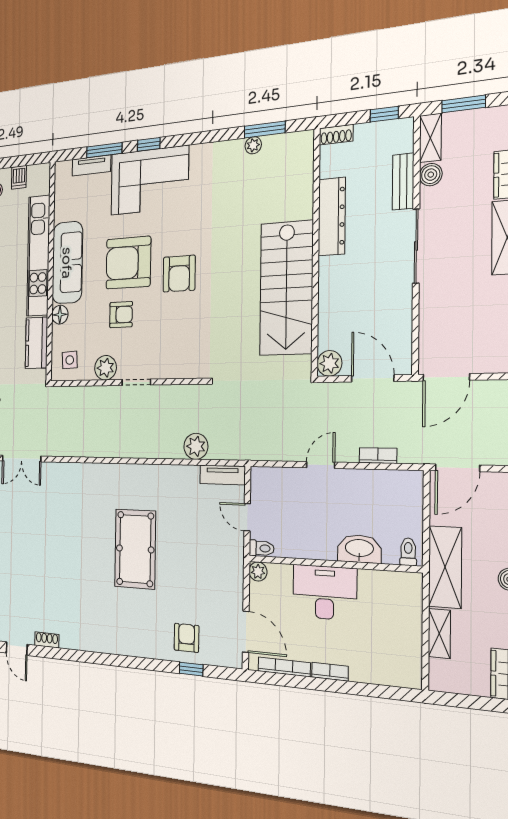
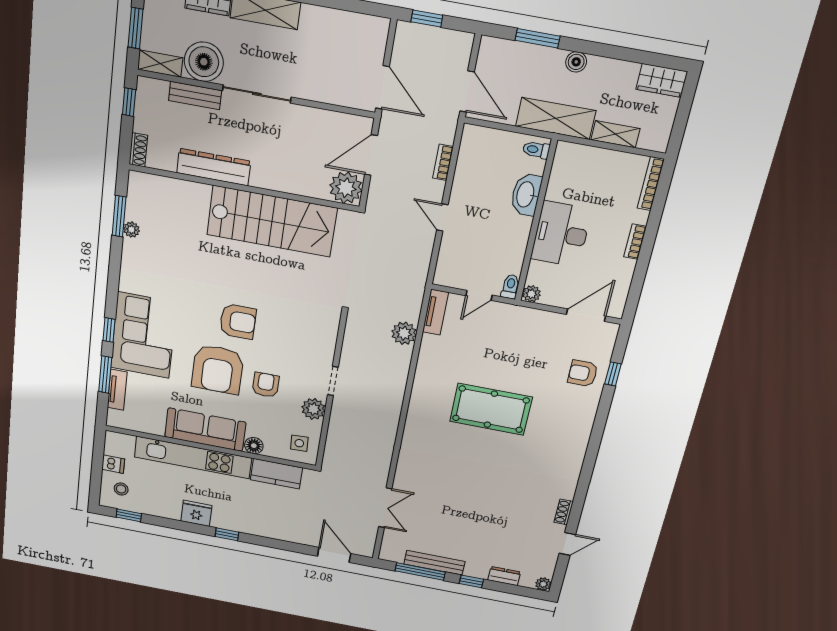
boiler: (431, 175) -> (204, 62), width x1.86, depth x1.86
plant: (329, 363) -> (346, 188), width x1.36, depth x1.36
bookcase: (284, 667) -> (651, 184), moved

